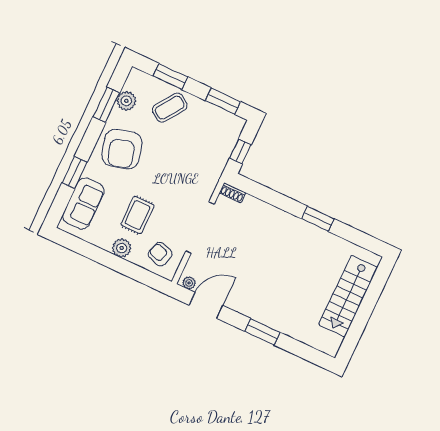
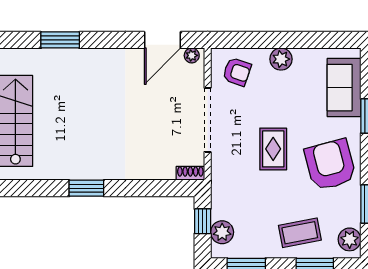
plant: (126, 101) -> (350, 239), moved
coffee table: (170, 108) -> (300, 233), turned 44
plant: (229, 136) -> (222, 232), added
rug: (137, 215) -> (273, 149), moved
window: (262, 332) -> (60, 40), moved

